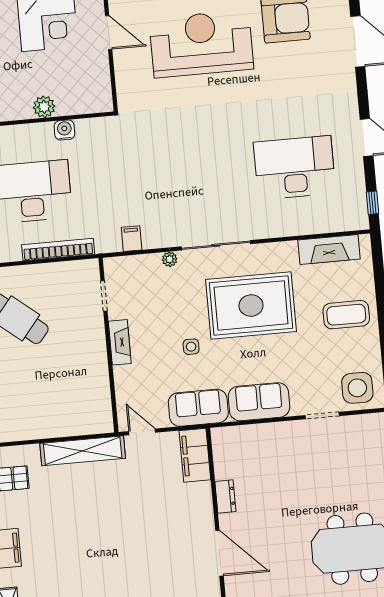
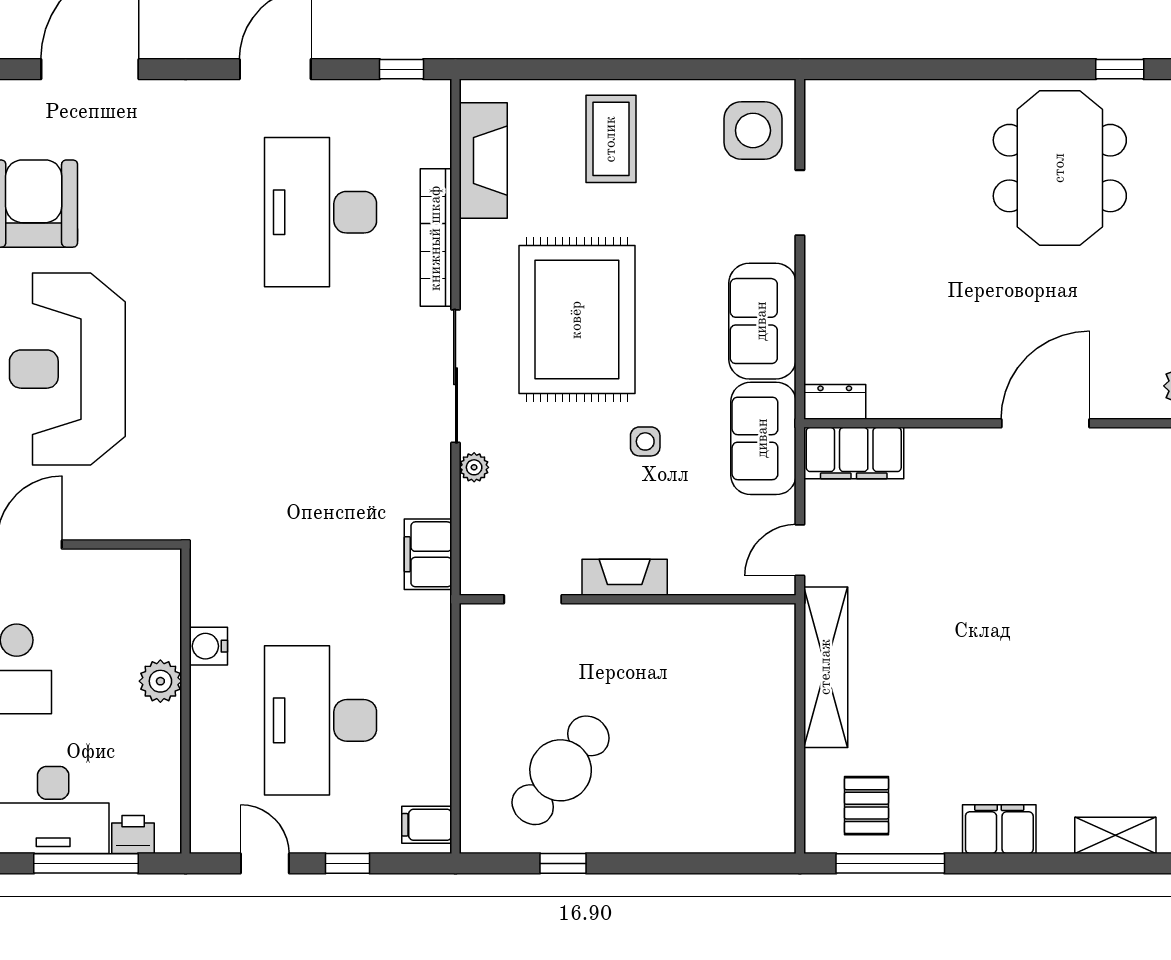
filing cabinet: (132, 239) -> (428, 554), width x2.00
bookcase: (58, 249) -> (436, 238), moved
dresser: (225, 496) -> (835, 402), moved

